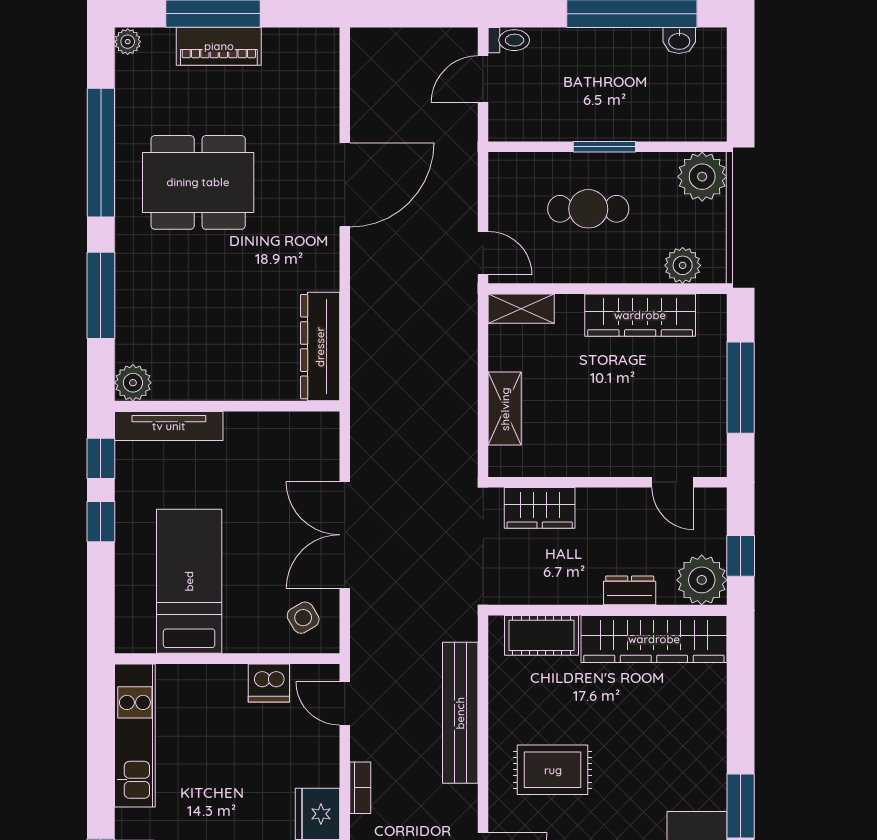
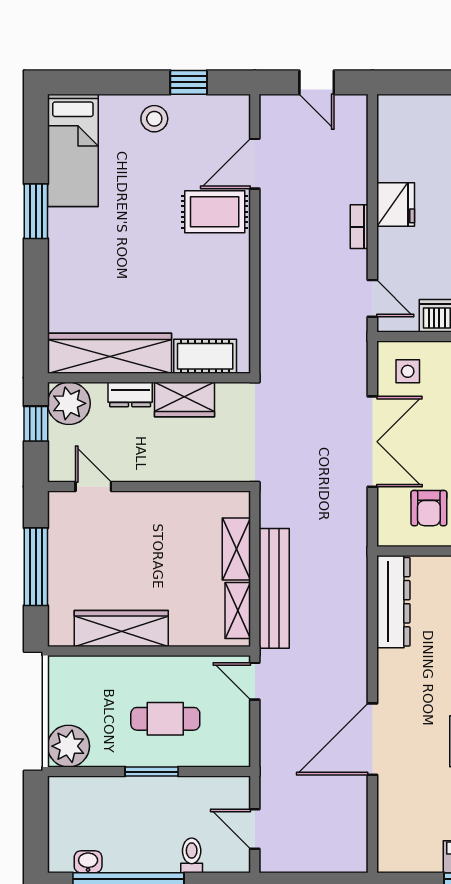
toilet: (509, 40) -> (192, 855), moved, turned 90
door: (483, 79) -> (255, 829), swing flipped
plant: (683, 265) -> (85, 671), removed
shelving: (521, 309) -> (238, 611), moved, turned 90
armchair: (278, 457) -> (429, 508), added
wardrobe: (540, 508) -> (184, 399), moved, turned 180
side table: (303, 618) -> (408, 371), turned 31
bench: (460, 713) -> (274, 588), moved
rug: (553, 770) -> (215, 212), moved

